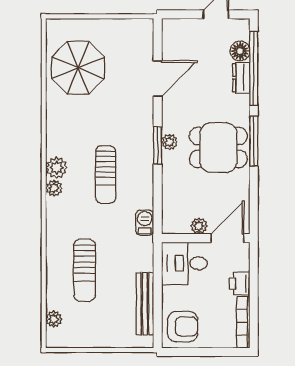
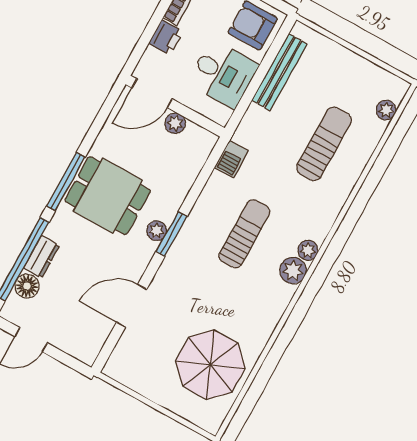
desk: (184, 263) -> (223, 74), moved

